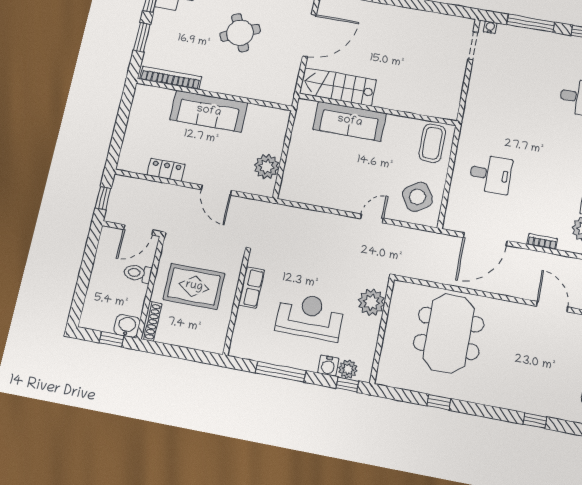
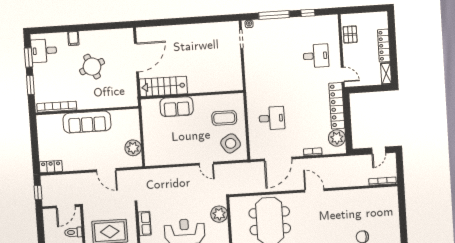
sofa: (350, 121) -> (177, 107), width x0.73
coffee table: (432, 143) -> (224, 118), moved, turned 90
locker: (166, 170) -> (51, 167), moved
door: (372, 218) -> (206, 164), swing flipped
door: (552, 307) -> (314, 190), moved

